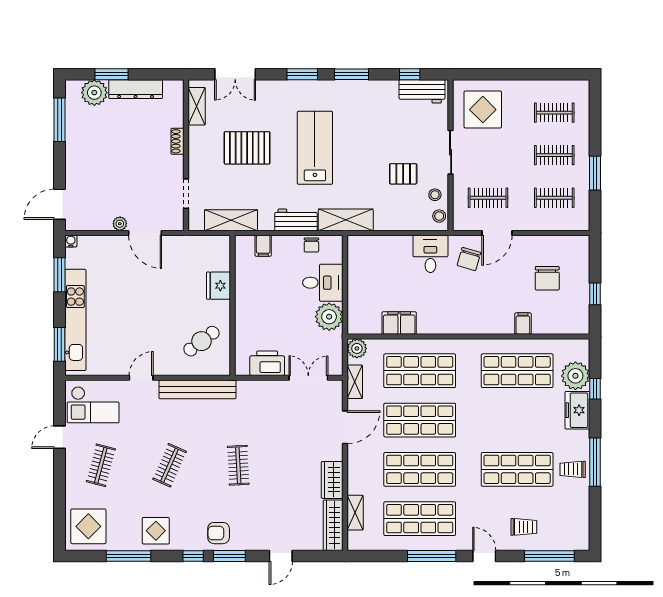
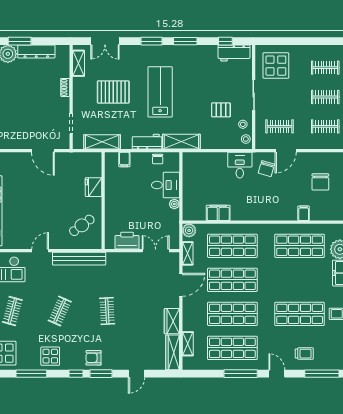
plant: (120, 224) -> (25, 144), removed
plant: (329, 317) -> (174, 204), width x0.53, depth x0.53

